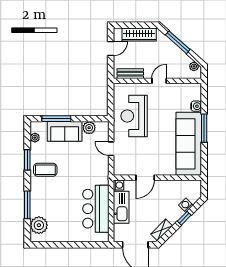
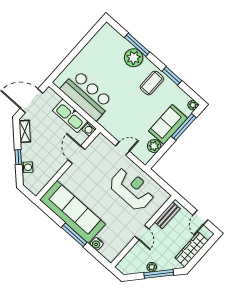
plant: (194, 66) -> (152, 267), moved
plant: (35, 138) -> (193, 105), moved
plant: (39, 225) -> (134, 58), moved

